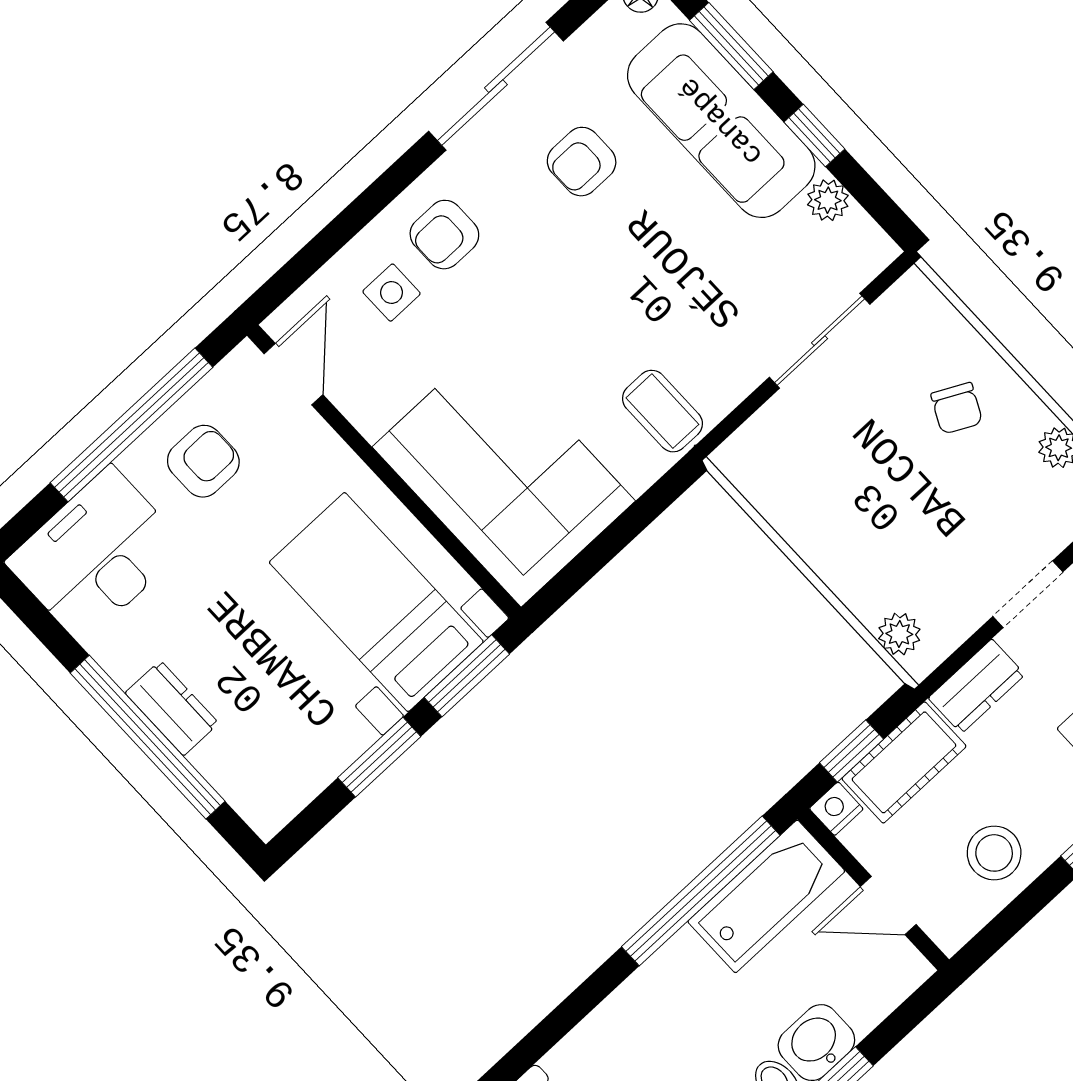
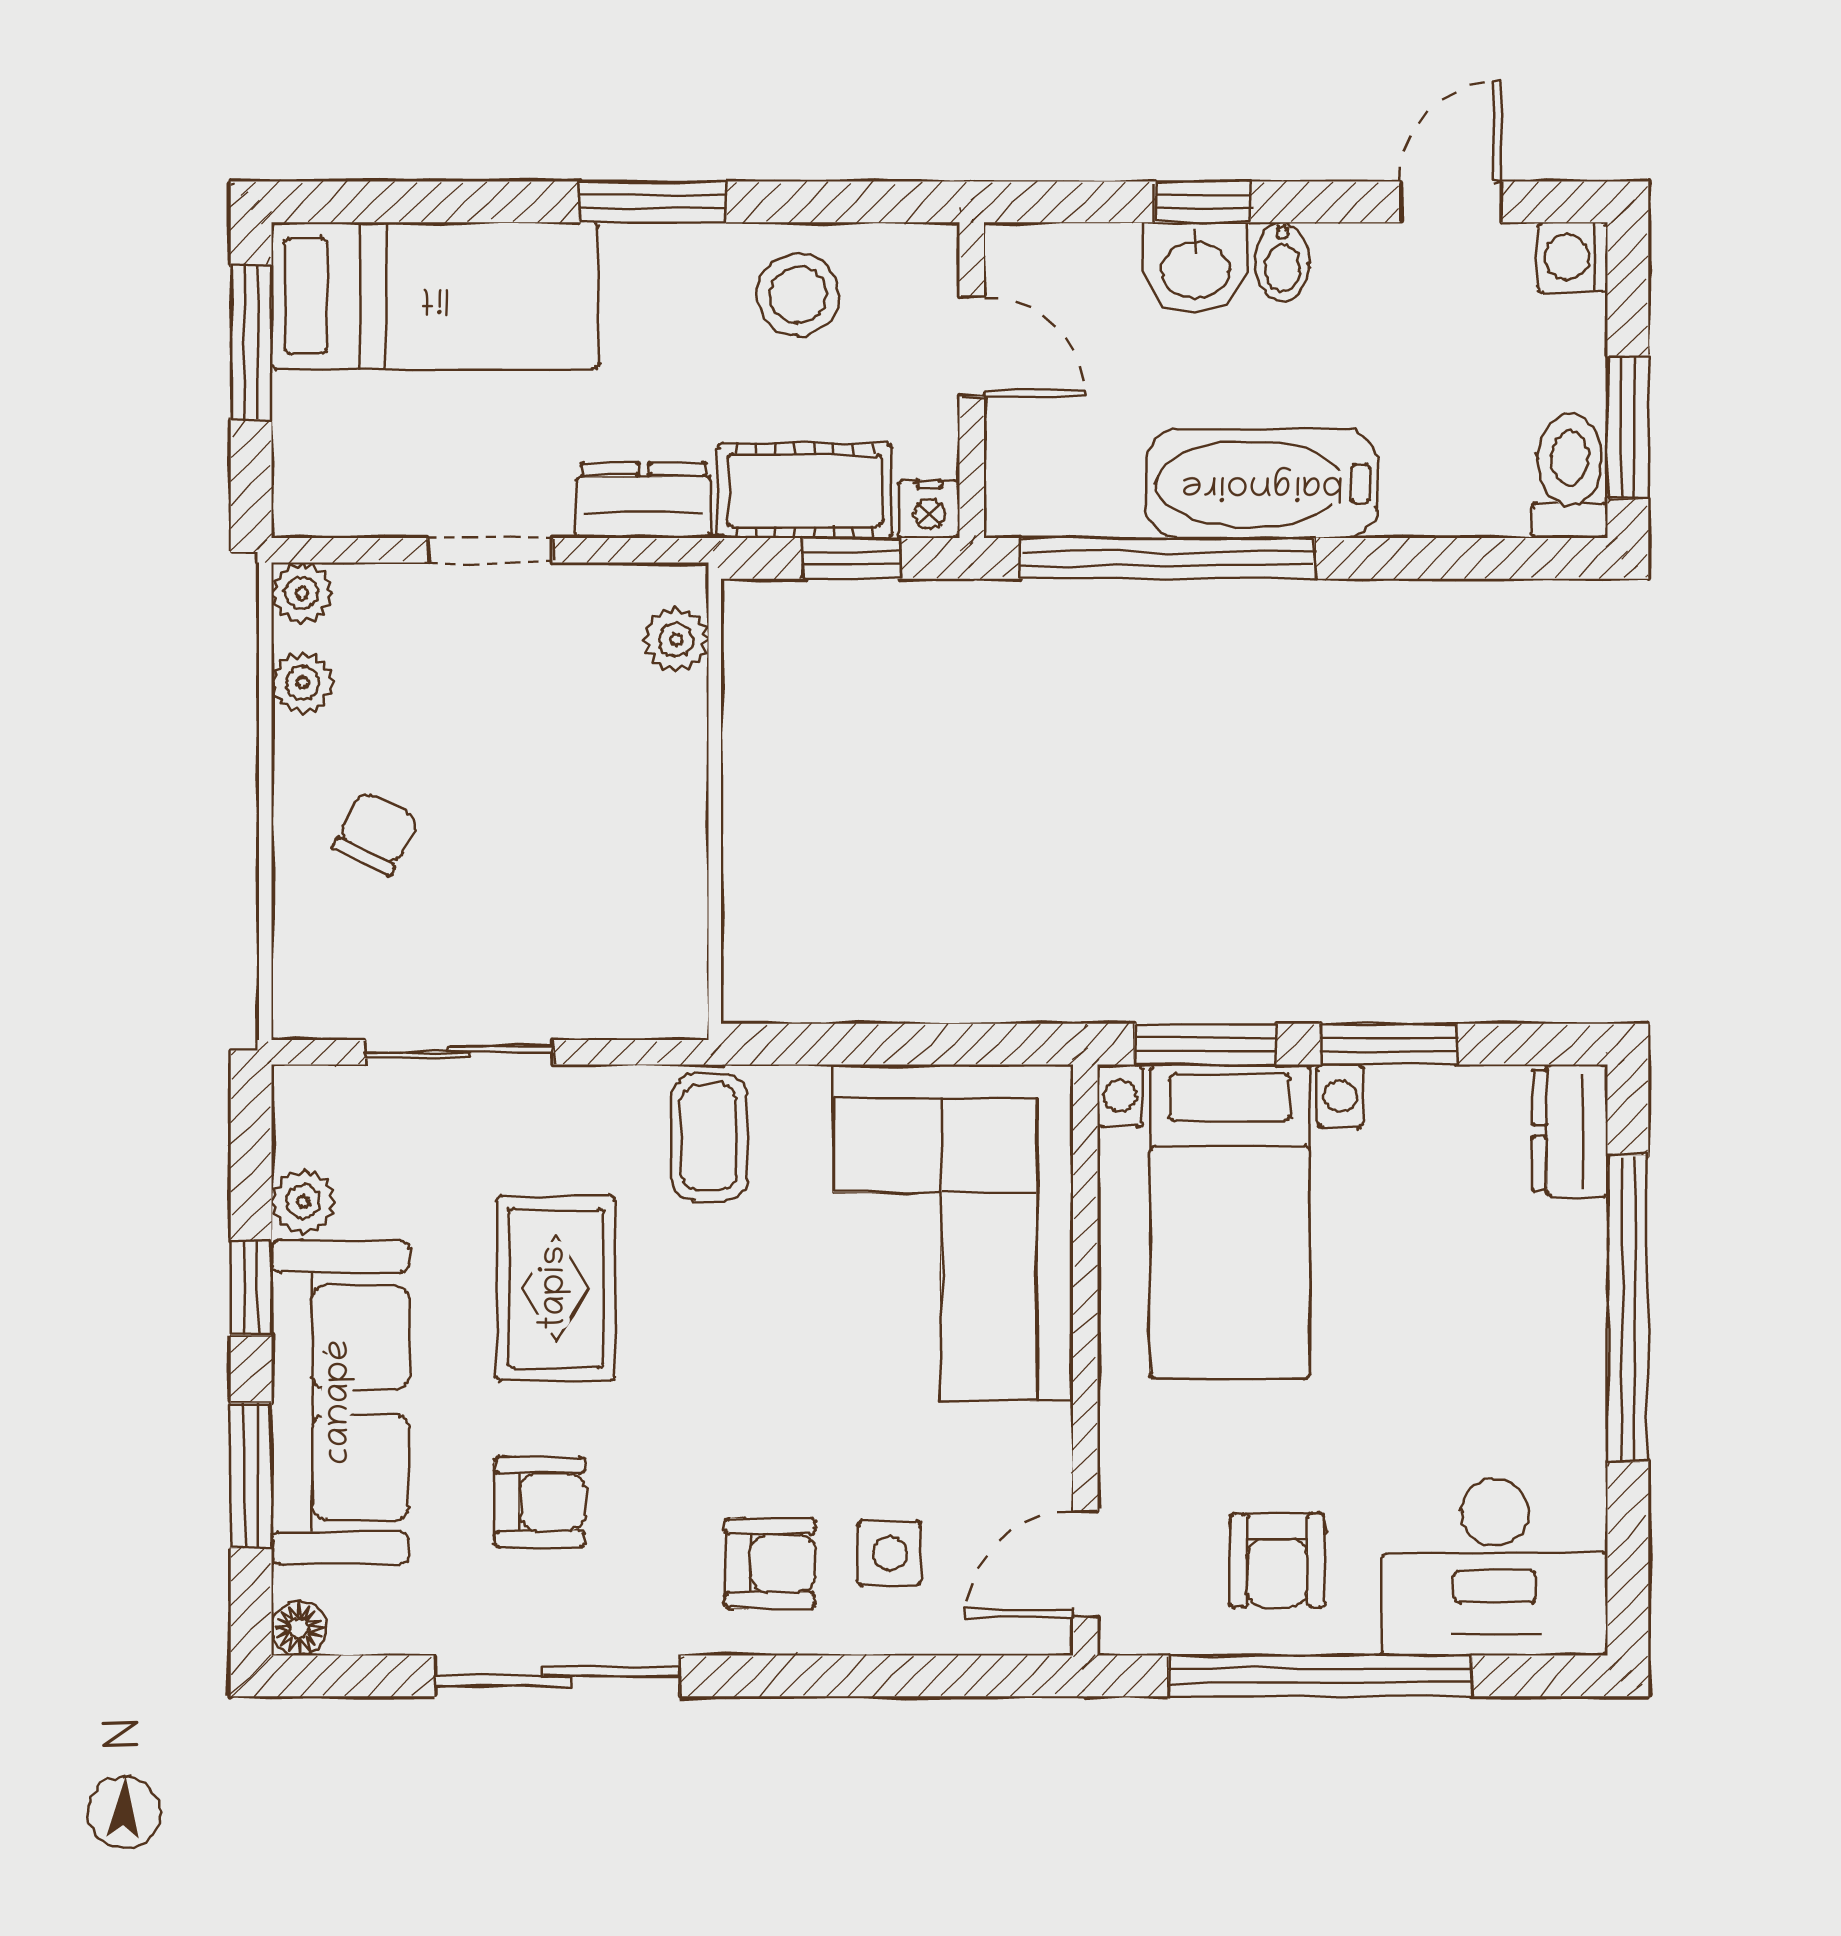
rug: (669, 271) -> (556, 1288), added
armchair: (203, 461) -> (1277, 1560), turned -90
dresser: (172, 708) -> (1570, 1131), moved
bathtub: (766, 896) -> (1262, 484), moved

